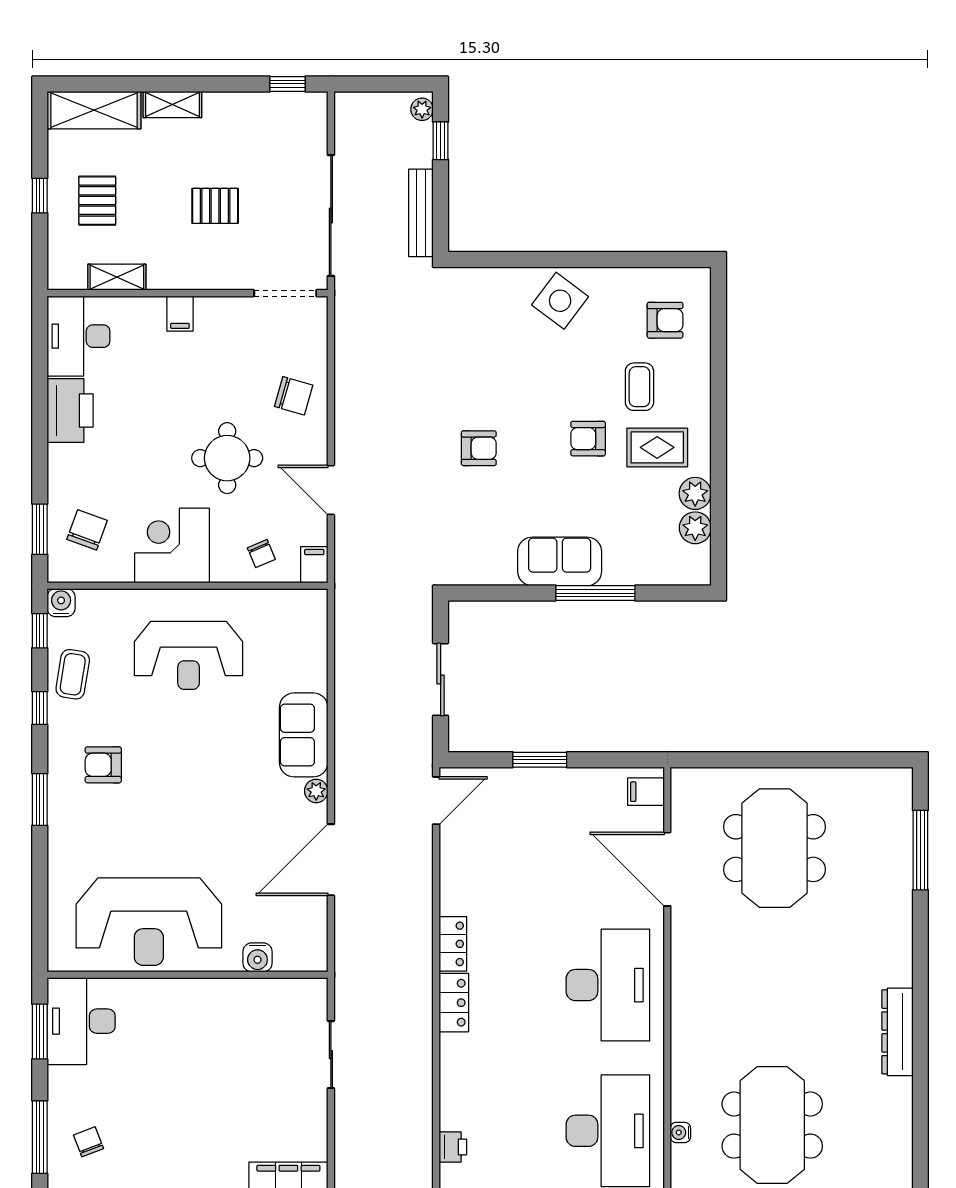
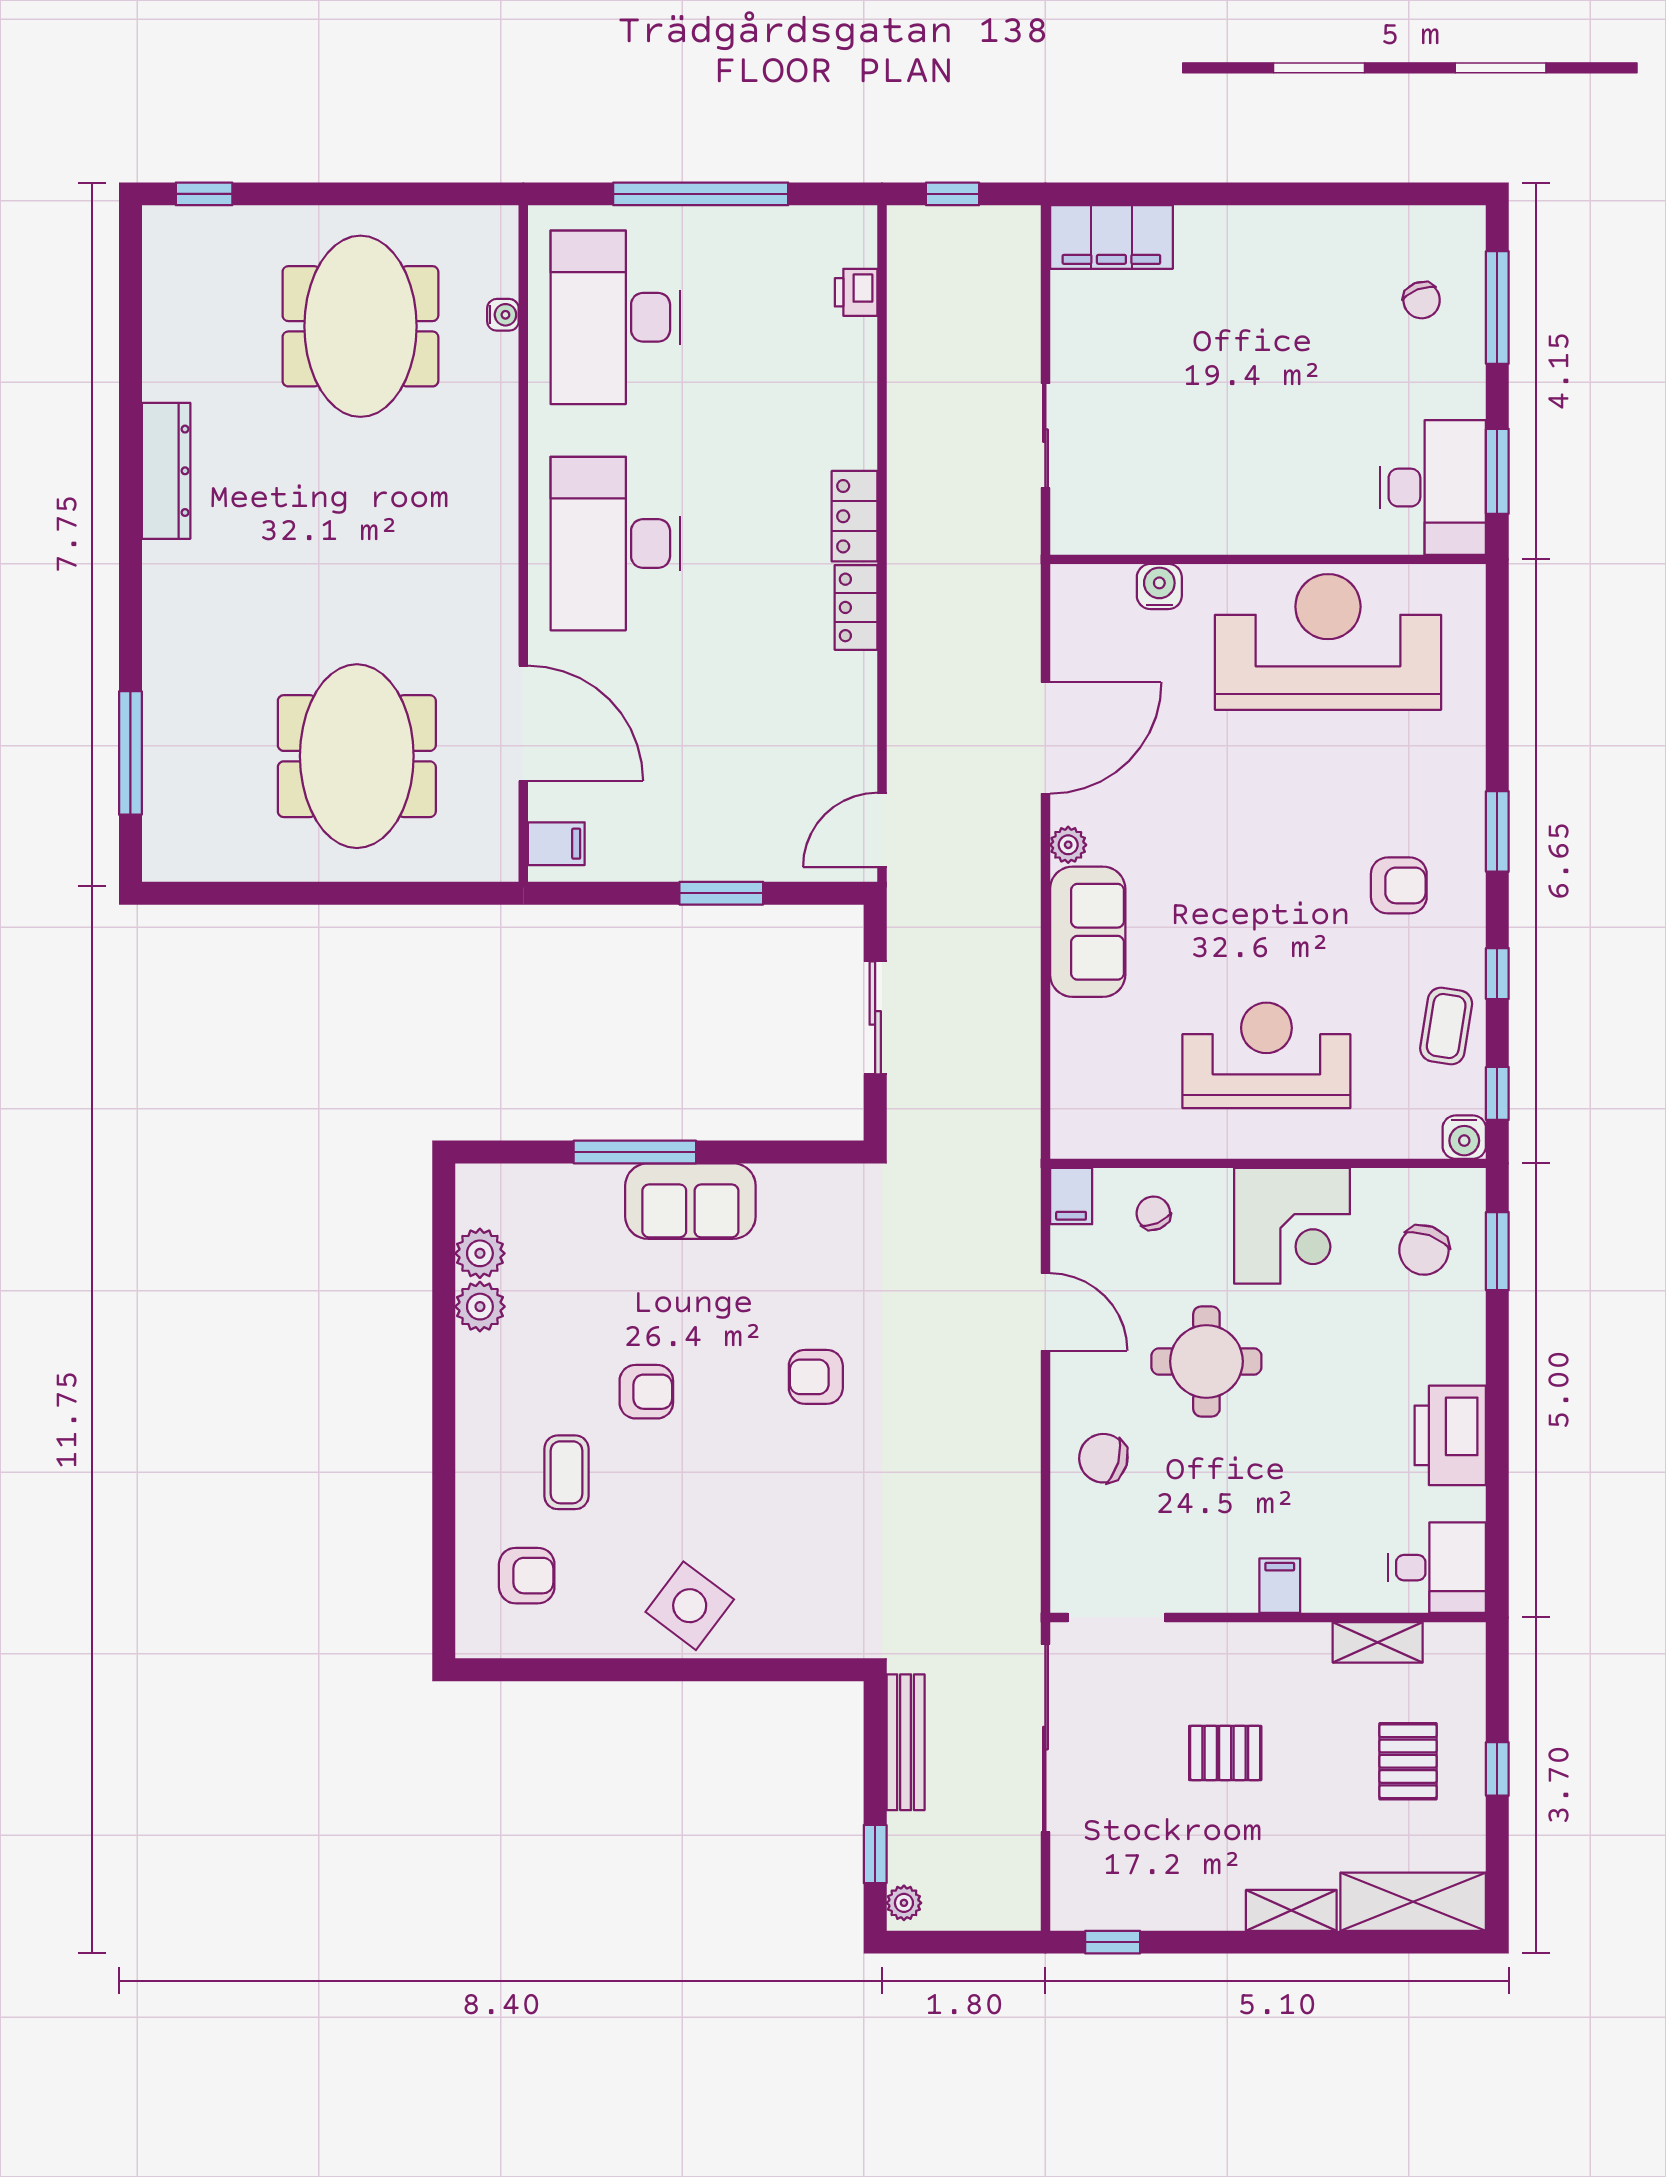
armchair: (665, 320) -> (527, 1576), turned 180
desk: (79, 336) -> (1437, 1568), width x0.73
rug: (657, 447) -> (539, 1378), removed

